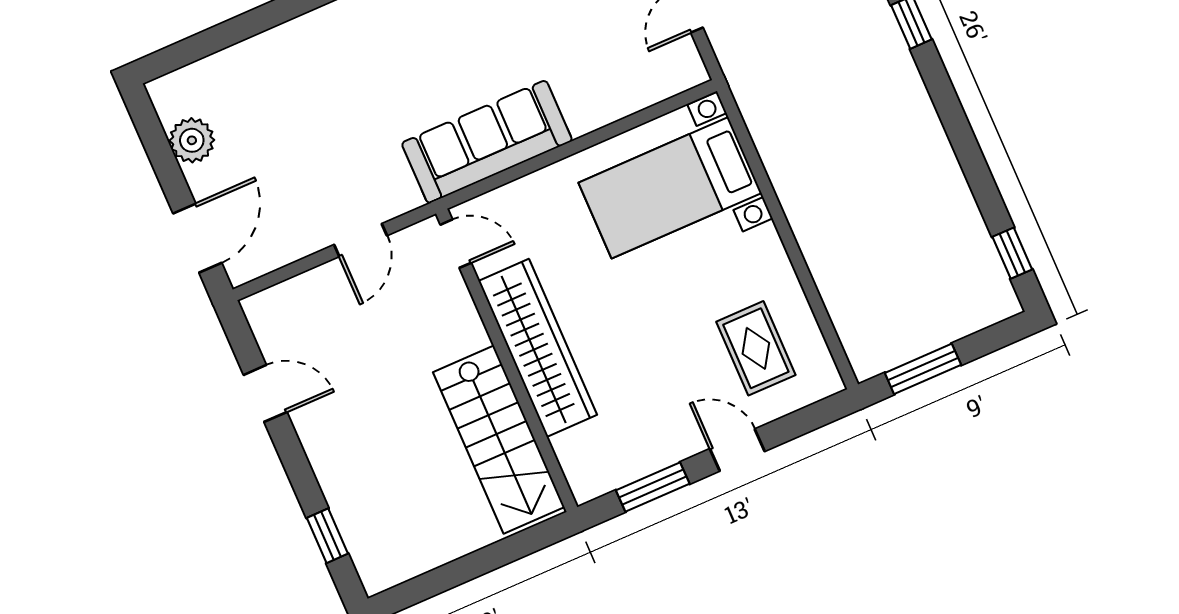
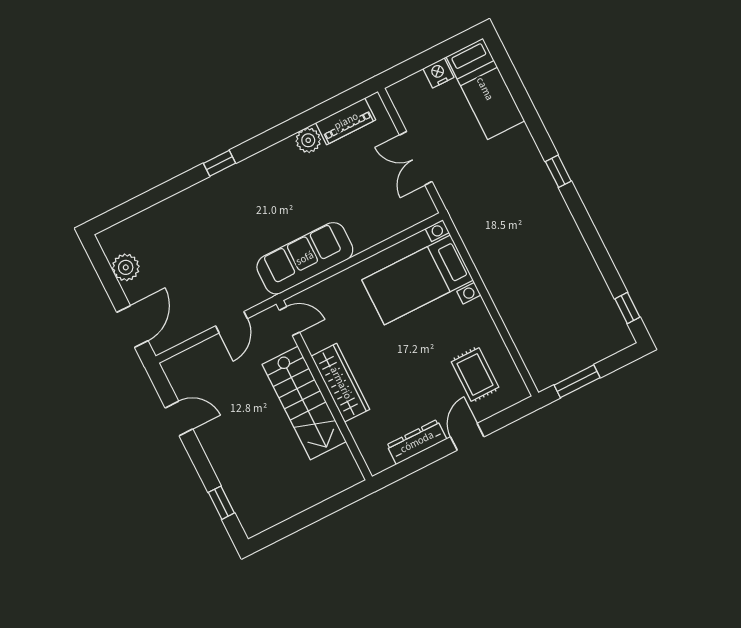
wardrobe: (538, 348) -> (341, 383), width x0.71, depth x0.85
stairs: (499, 440) -> (304, 403), moved
door: (737, 450) -> (467, 437), hinge flipped
dresser: (654, 454) -> (417, 442), added
window: (653, 487) -> (417, 462), removed

